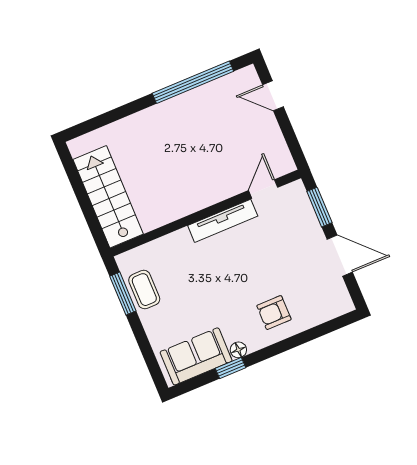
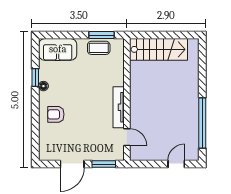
armchair: (274, 313) -> (56, 114), turned -90
sofa: (196, 356) -> (58, 49), moved, turned 90

